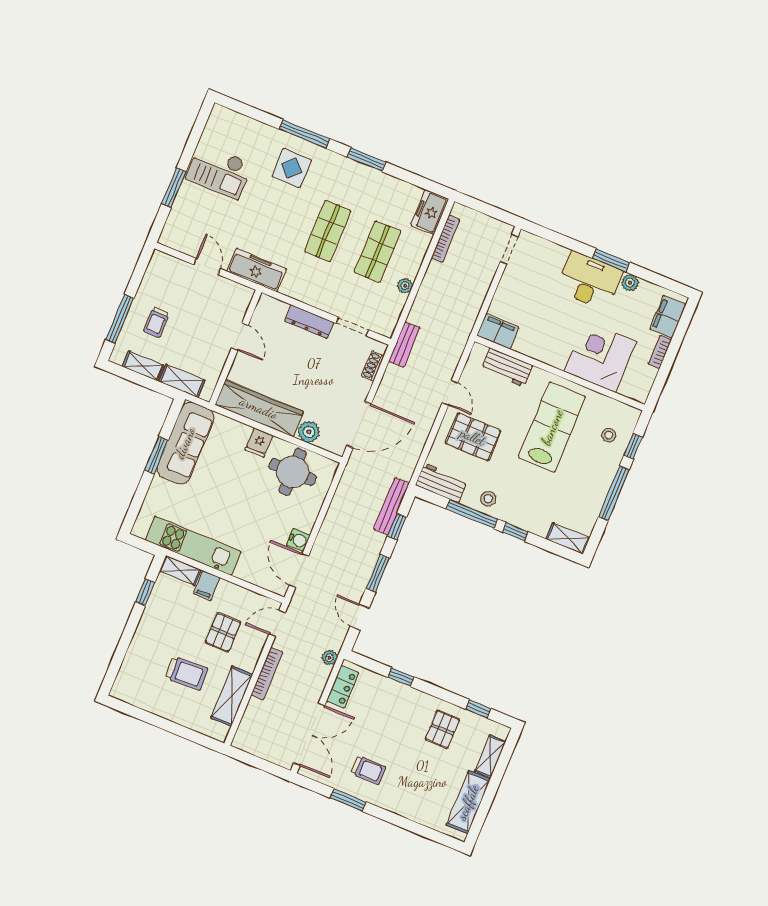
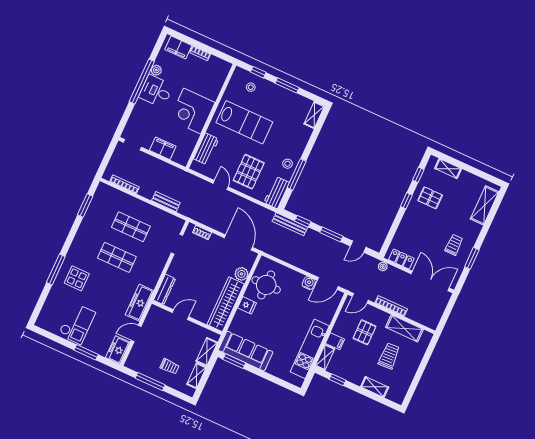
window: (366, 159) -> (85, 206), moved
freezer: (430, 212) -> (118, 350), moved, turned 90
window: (611, 260) -> (142, 82), width x2.11
desk: (589, 281) -> (156, 91), width x0.73
plant: (405, 286) -> (153, 210), removed
window: (120, 319) -> (150, 382), moved
dresser: (309, 322) -> (165, 289), moved
filing cabinet: (498, 331) -> (163, 148), moved, turned 90
bench: (404, 344) -> (166, 202), moved
corner desk: (600, 356) -> (192, 111), moved
door: (450, 393) -> (221, 185), hinge flipped
lab bench: (552, 427) -> (244, 122), turned 180
window: (156, 455) -> (234, 361), moved
window: (614, 493) -> (287, 85), width x0.69
window: (516, 532) -> (309, 147), removed
door: (277, 623) -> (360, 298), hinge flipped
pallet: (223, 632) -> (364, 332), turned 90
shelving: (136, 652) -> (375, 387), added
window: (401, 677) -> (406, 201), moved
shelving: (468, 802) -> (485, 205), moved, turned 90

